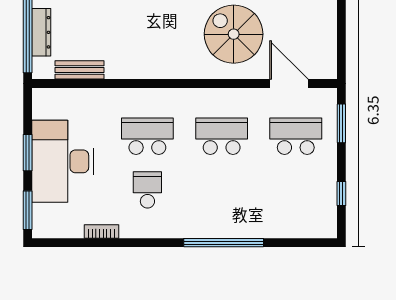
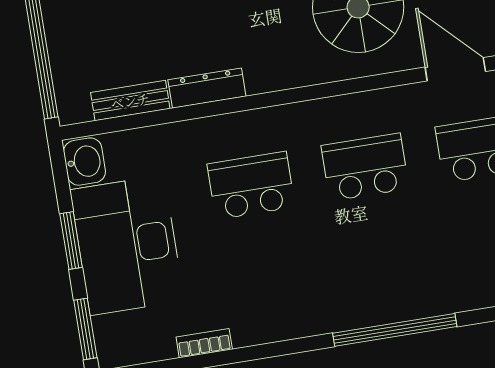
dresser: (41, 32) -> (207, 88), moved, turned -90
washbasin: (44, 104) -> (85, 162), added
school desk: (147, 190) -> (264, 268), removed

